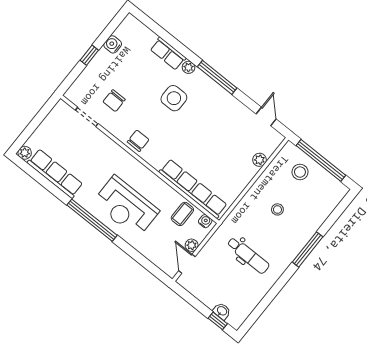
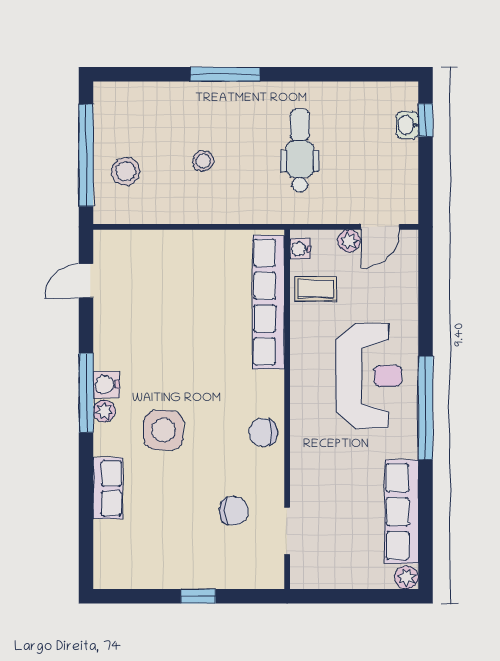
water cooler: (113, 44) -> (107, 384), moved, turned 90
plant: (188, 67) -> (104, 411), moved
plant: (260, 160) -> (154, 242), removed

